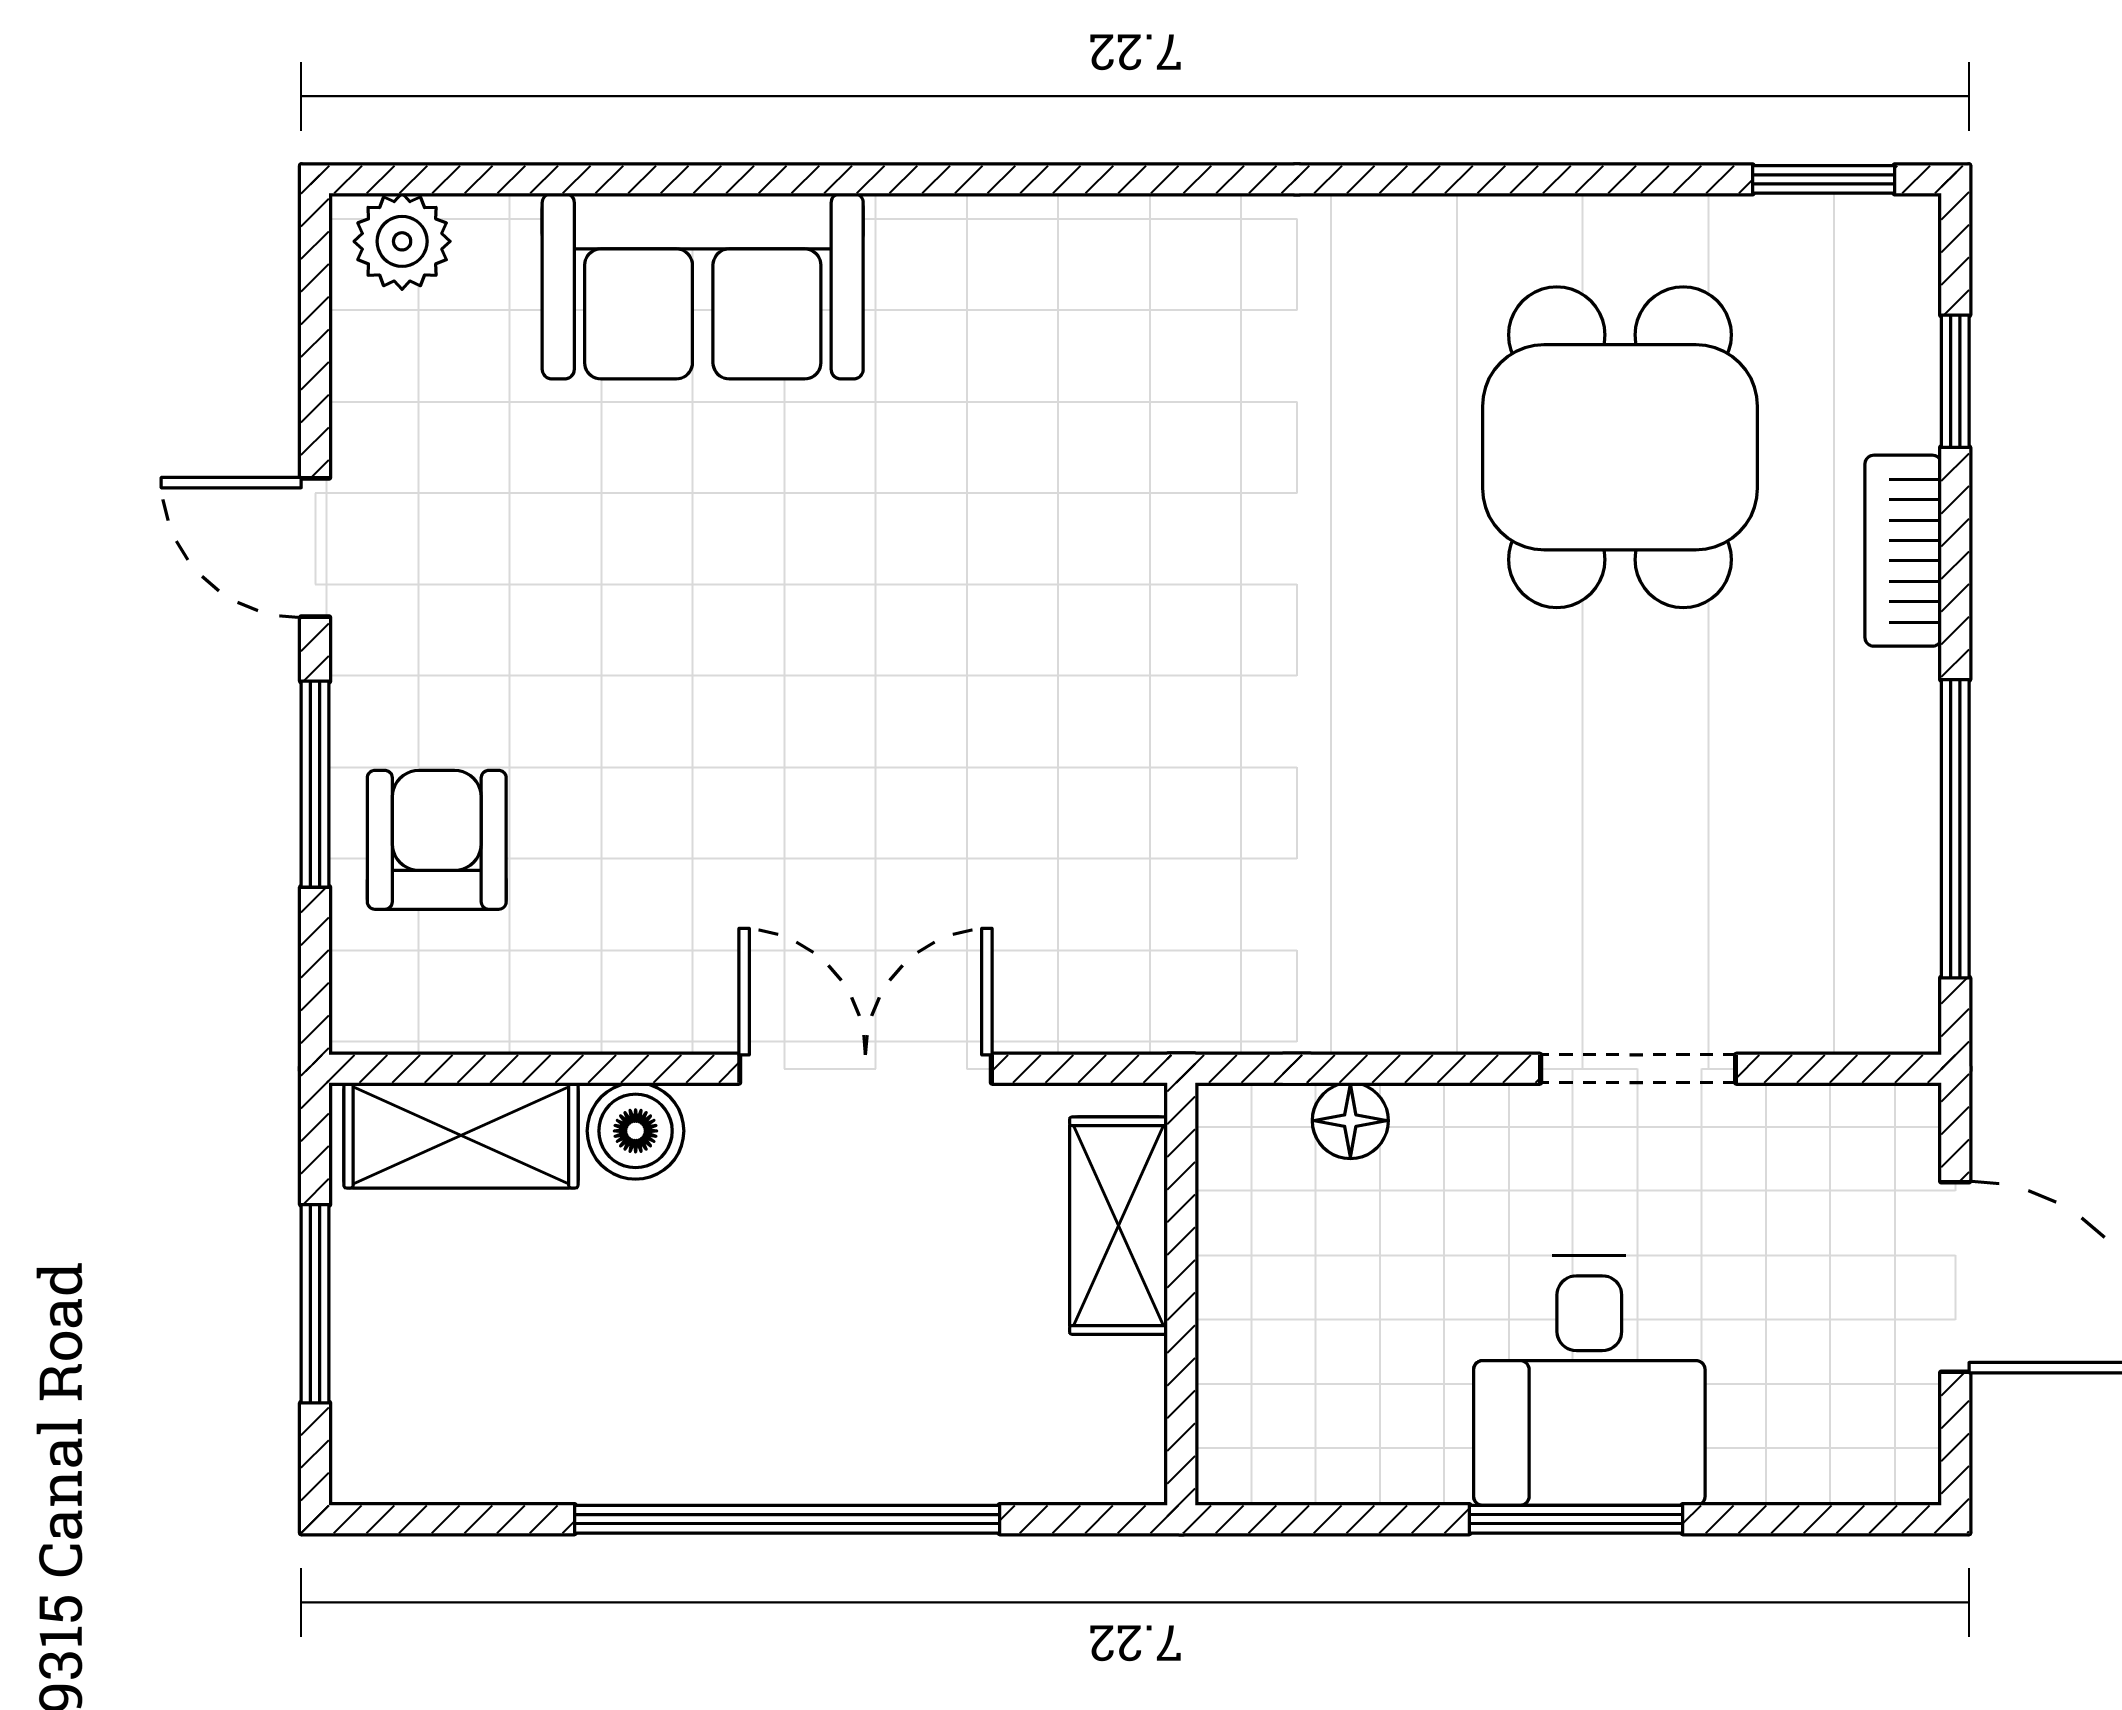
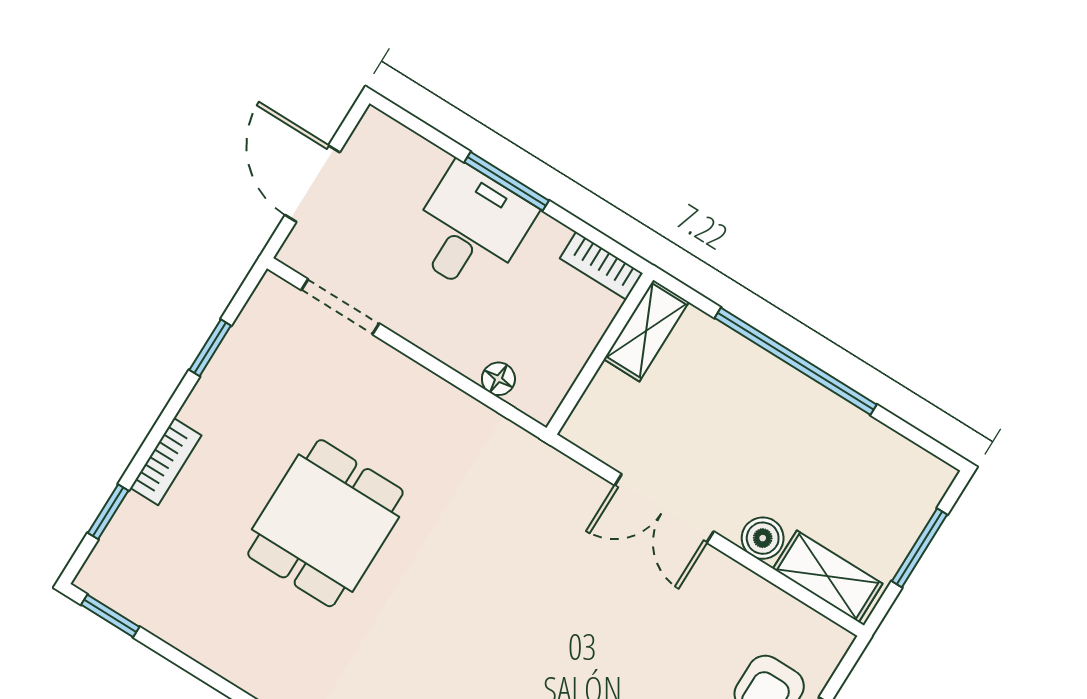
dining table: (1620, 447) -> (325, 523), moved
window: (1955, 829) -> (210, 348), width x0.46
doorway: (1638, 1069) -> (340, 307), moved
shelving: (1119, 1226) -> (646, 331), moved
bookcase: (1286, 1469) -> (601, 266), added

